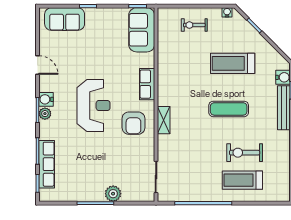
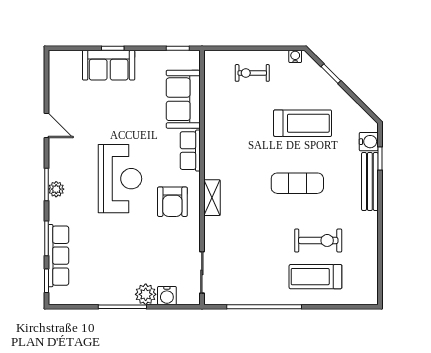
sofa: (65, 19) -> (109, 65), moved
sofa: (142, 30) -> (183, 99), moved
treadmill: (233, 63) -> (303, 123), turned 180
water cooler: (46, 99) -> (167, 296), moved, turned -90
exercise bike: (245, 153) -> (318, 240), turned 180

